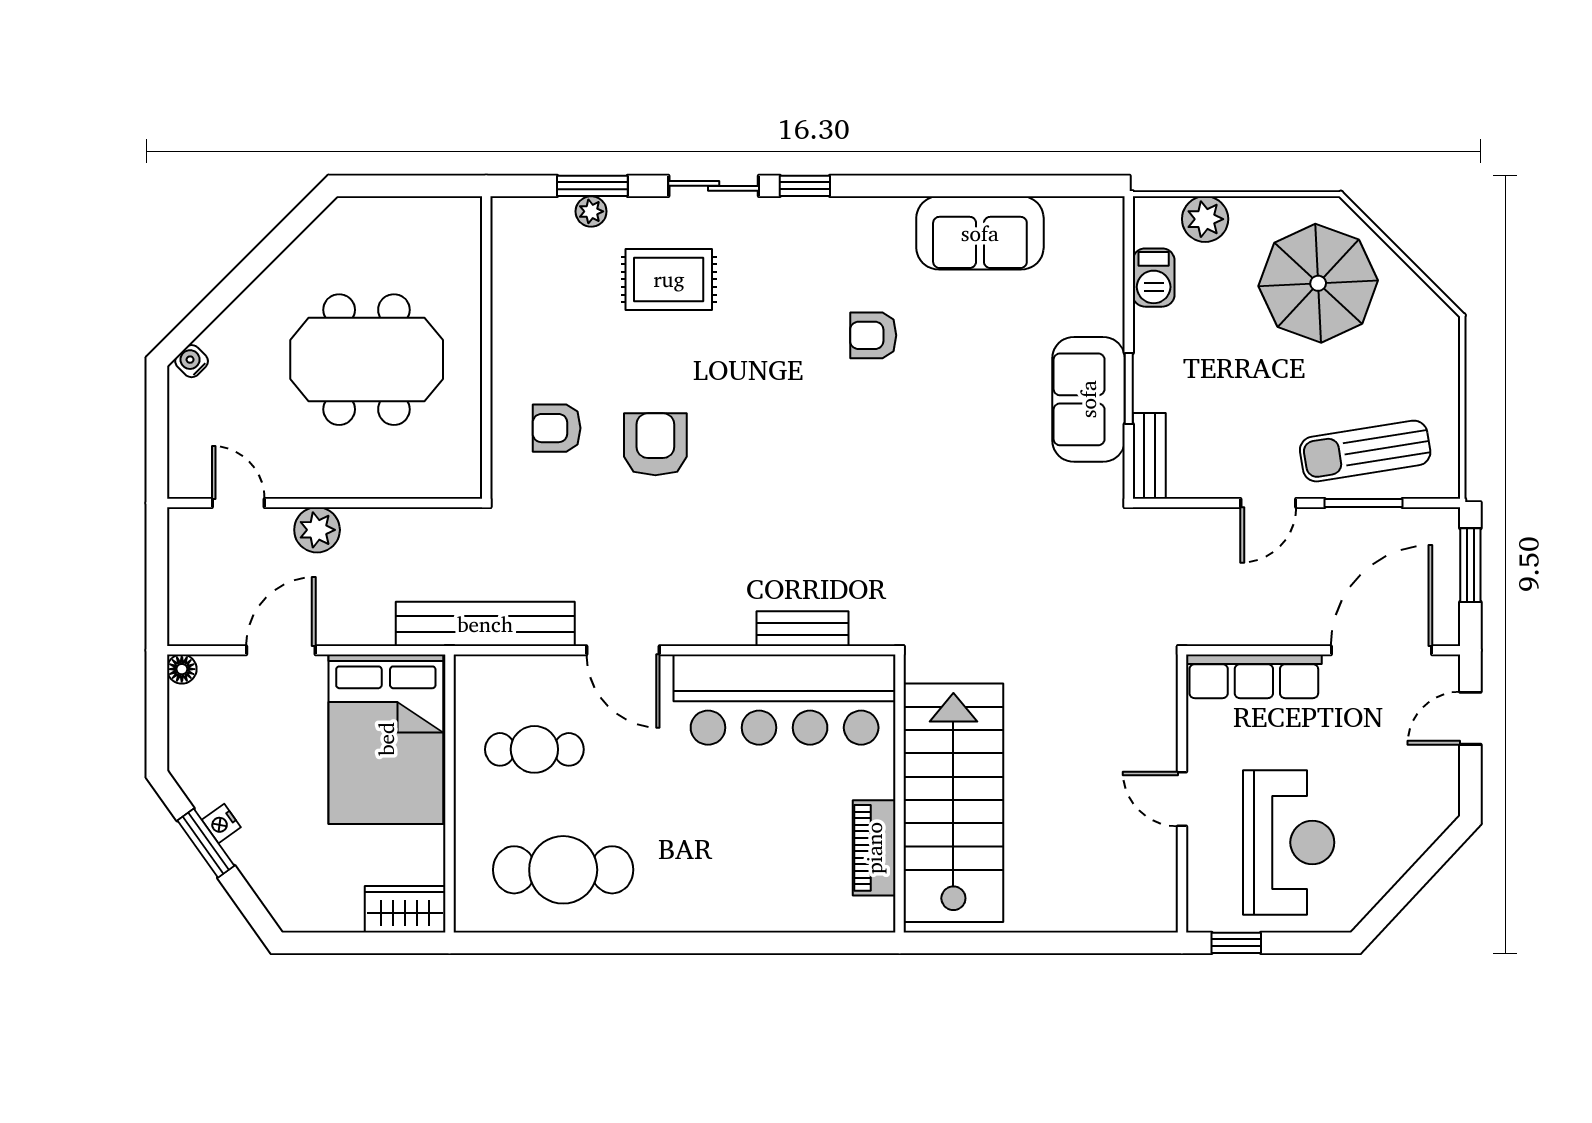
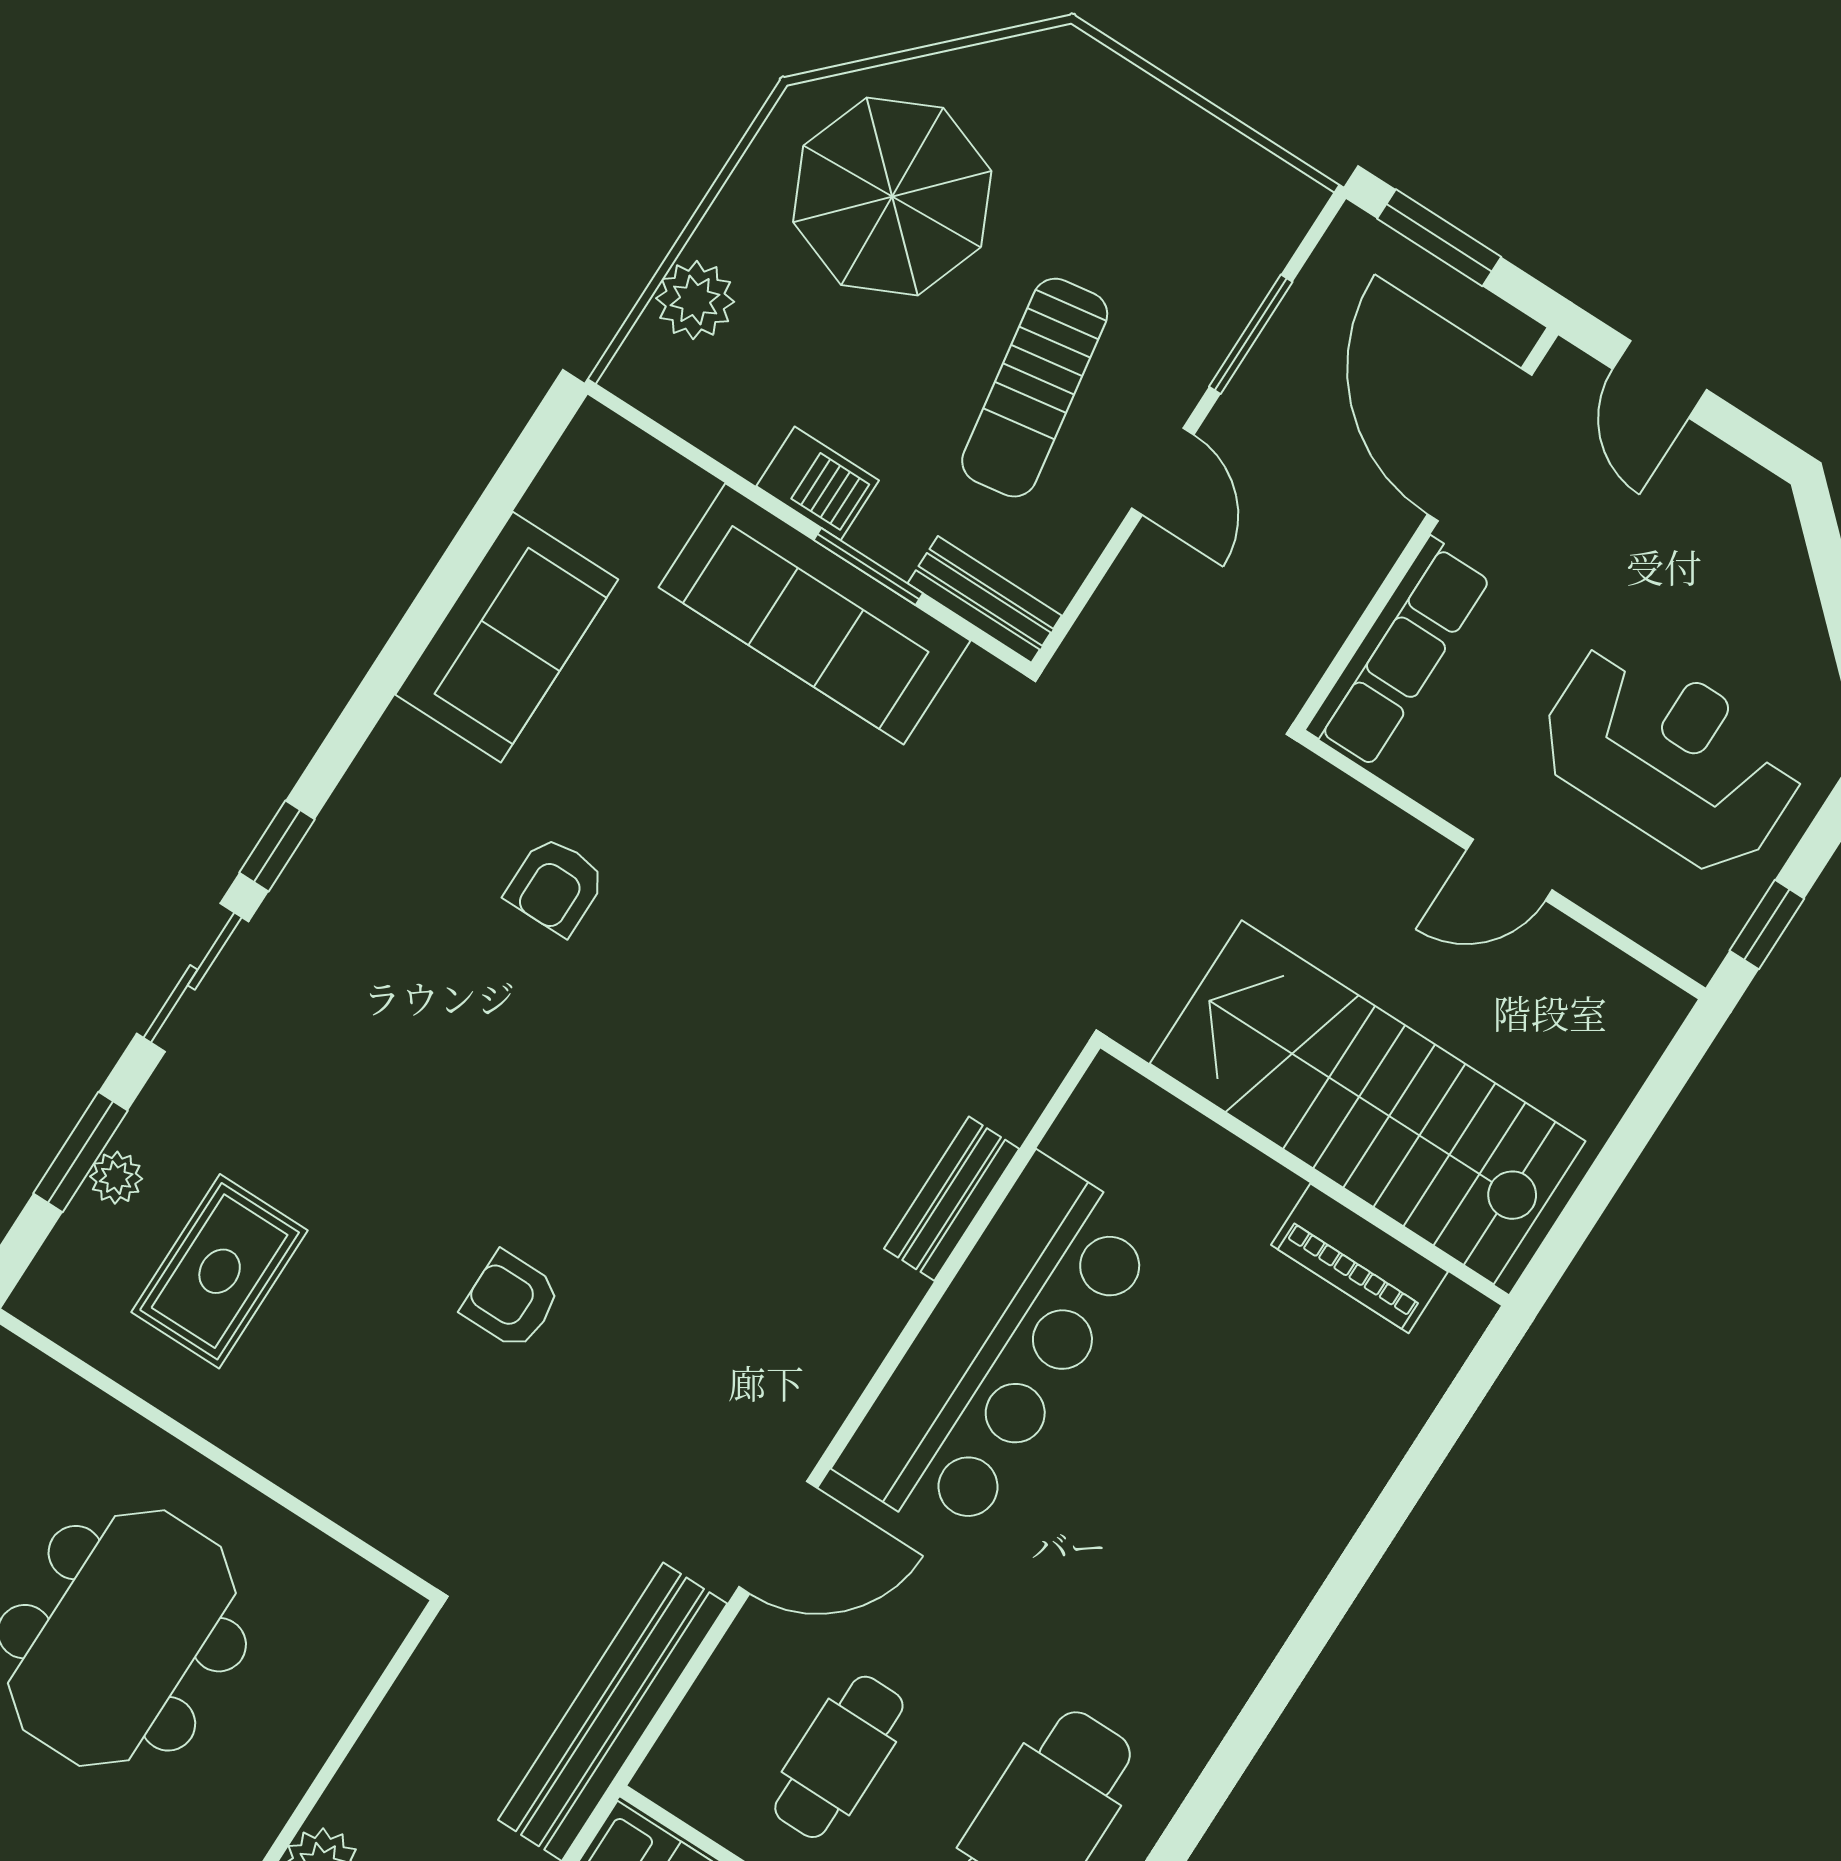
barbecue: (1154, 278) -> (818, 483), moved
rug: (669, 279) -> (220, 1271), moved
sofa: (1088, 399) -> (814, 614), width x1.36
armchair: (557, 428) -> (396, 1428), removed
armchair: (655, 444) -> (511, 1300), width x0.72, depth x0.72
sun lounger: (1365, 451) -> (1035, 388), moved
bench: (803, 629) -> (952, 1199), moved
wall: (900, 794) -> (1305, 1171), moved
stairs: (953, 803) -> (1368, 1102), moved
piano: (874, 848) -> (1359, 1258), moved

